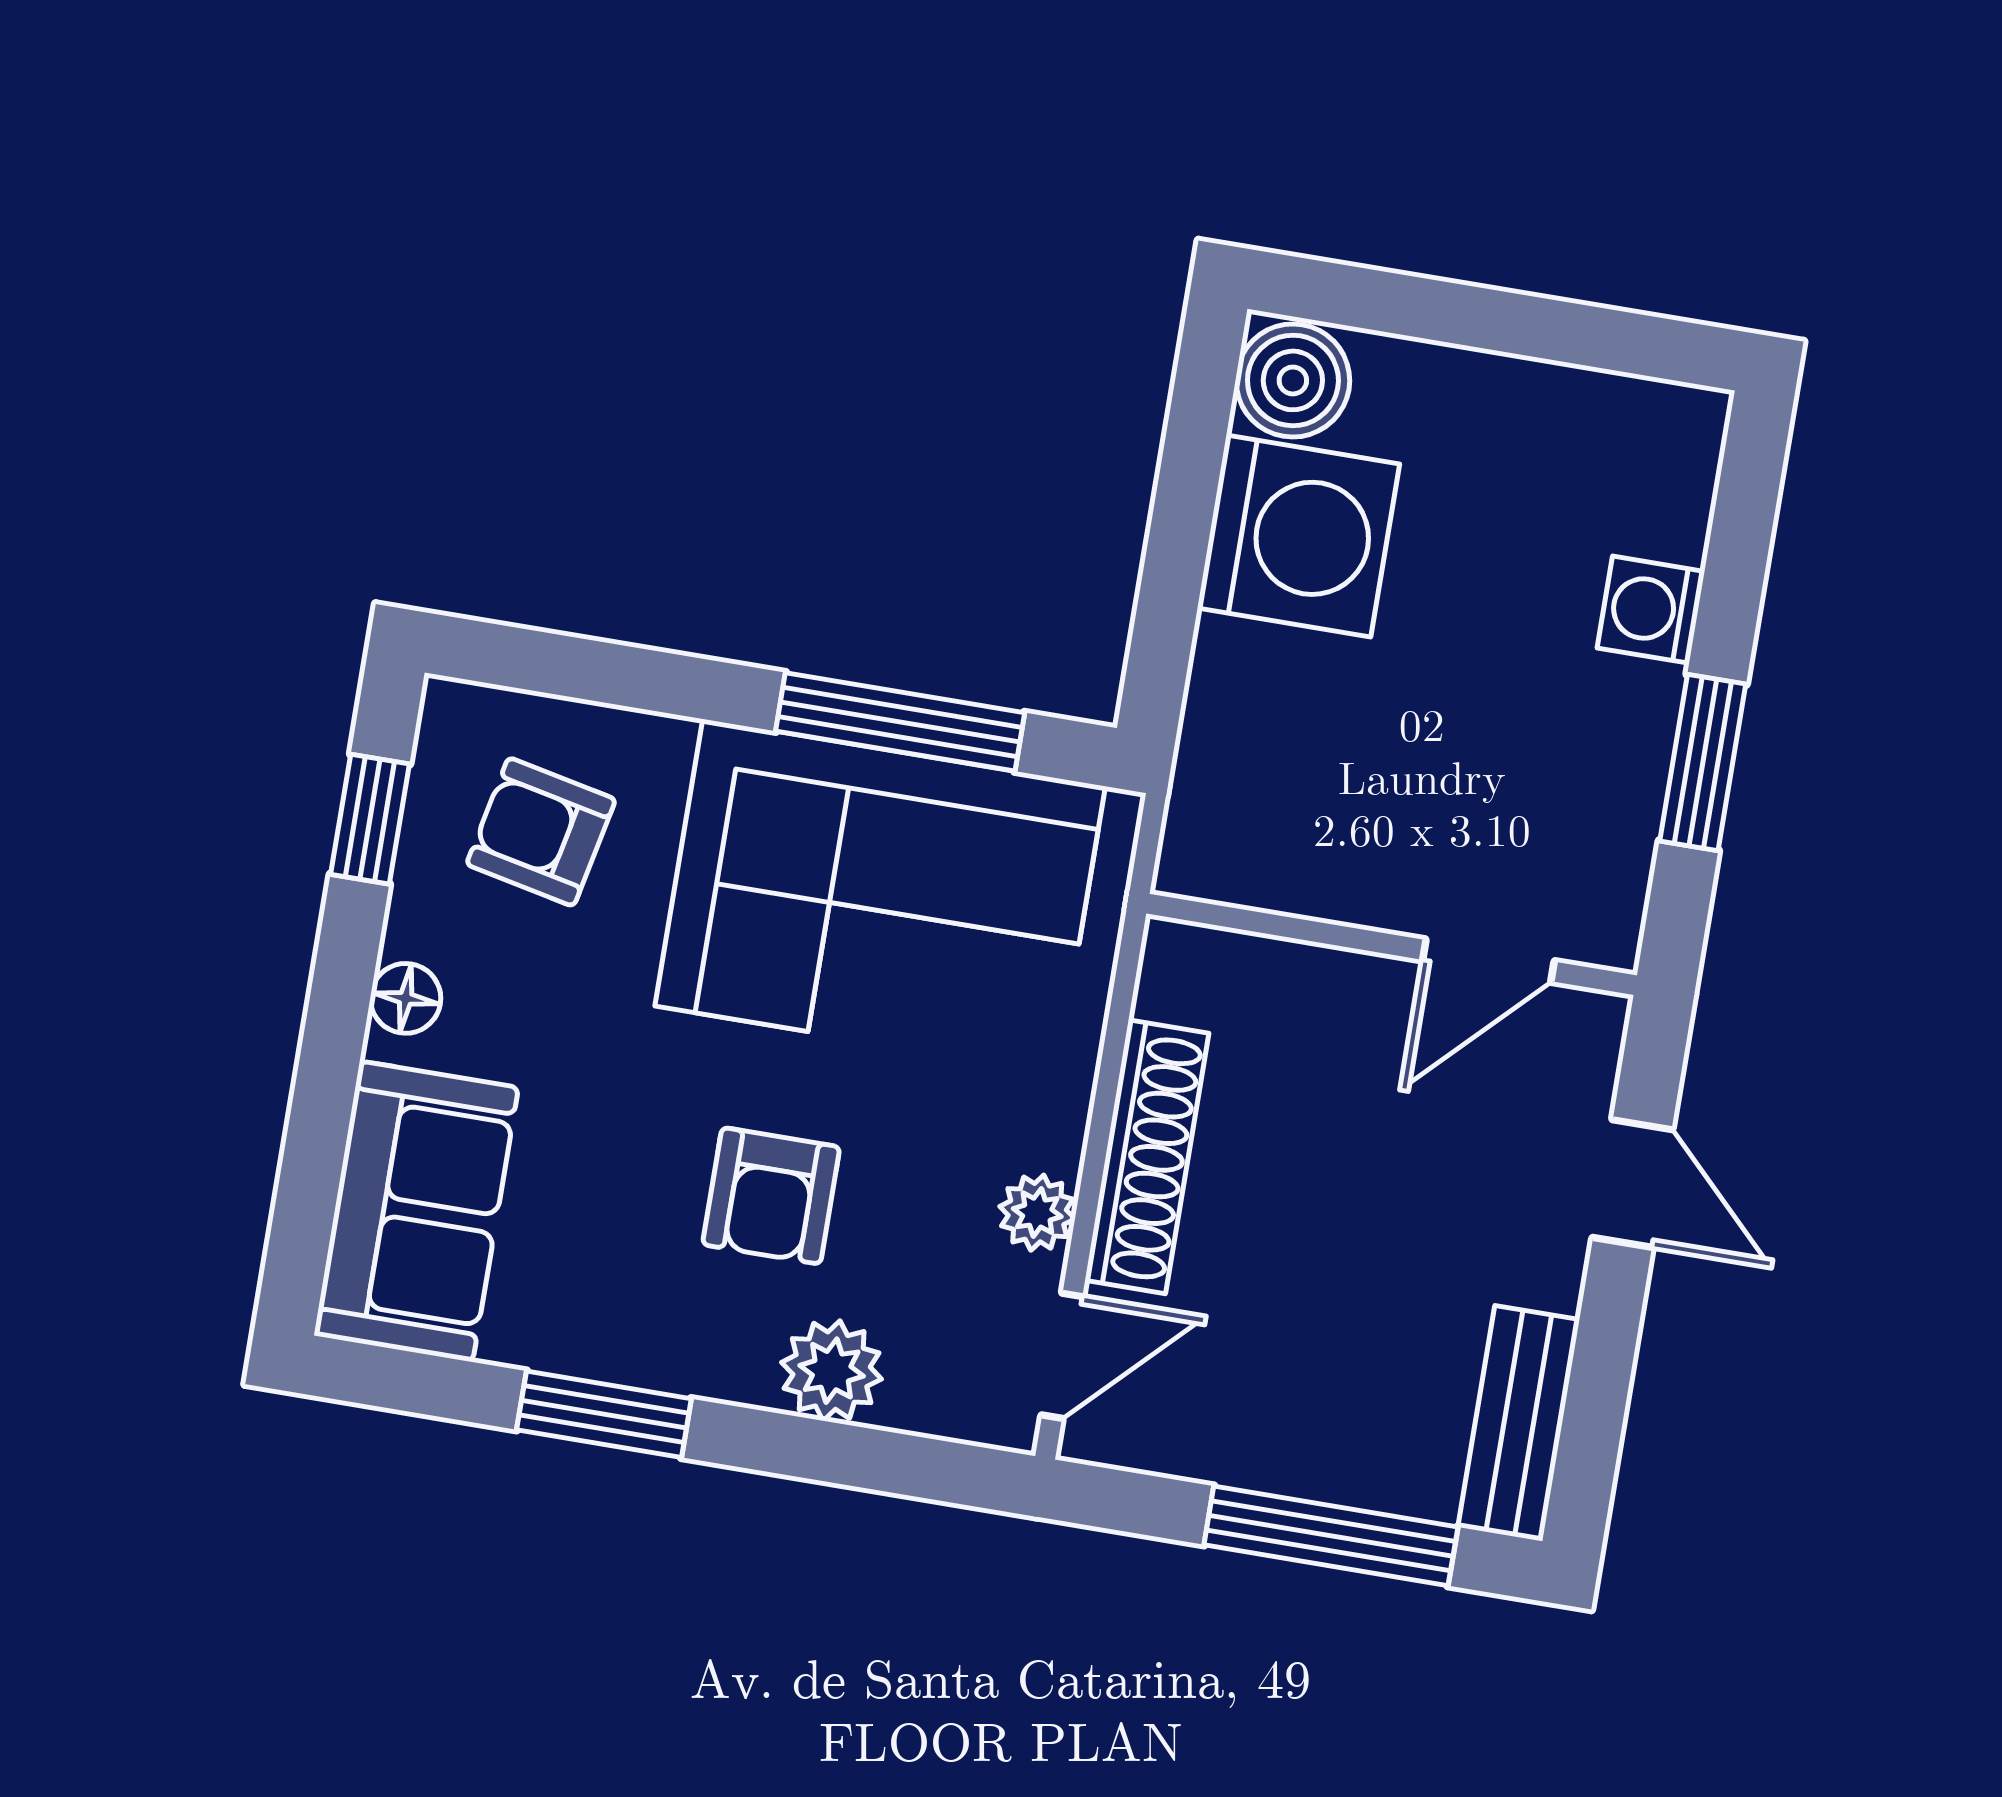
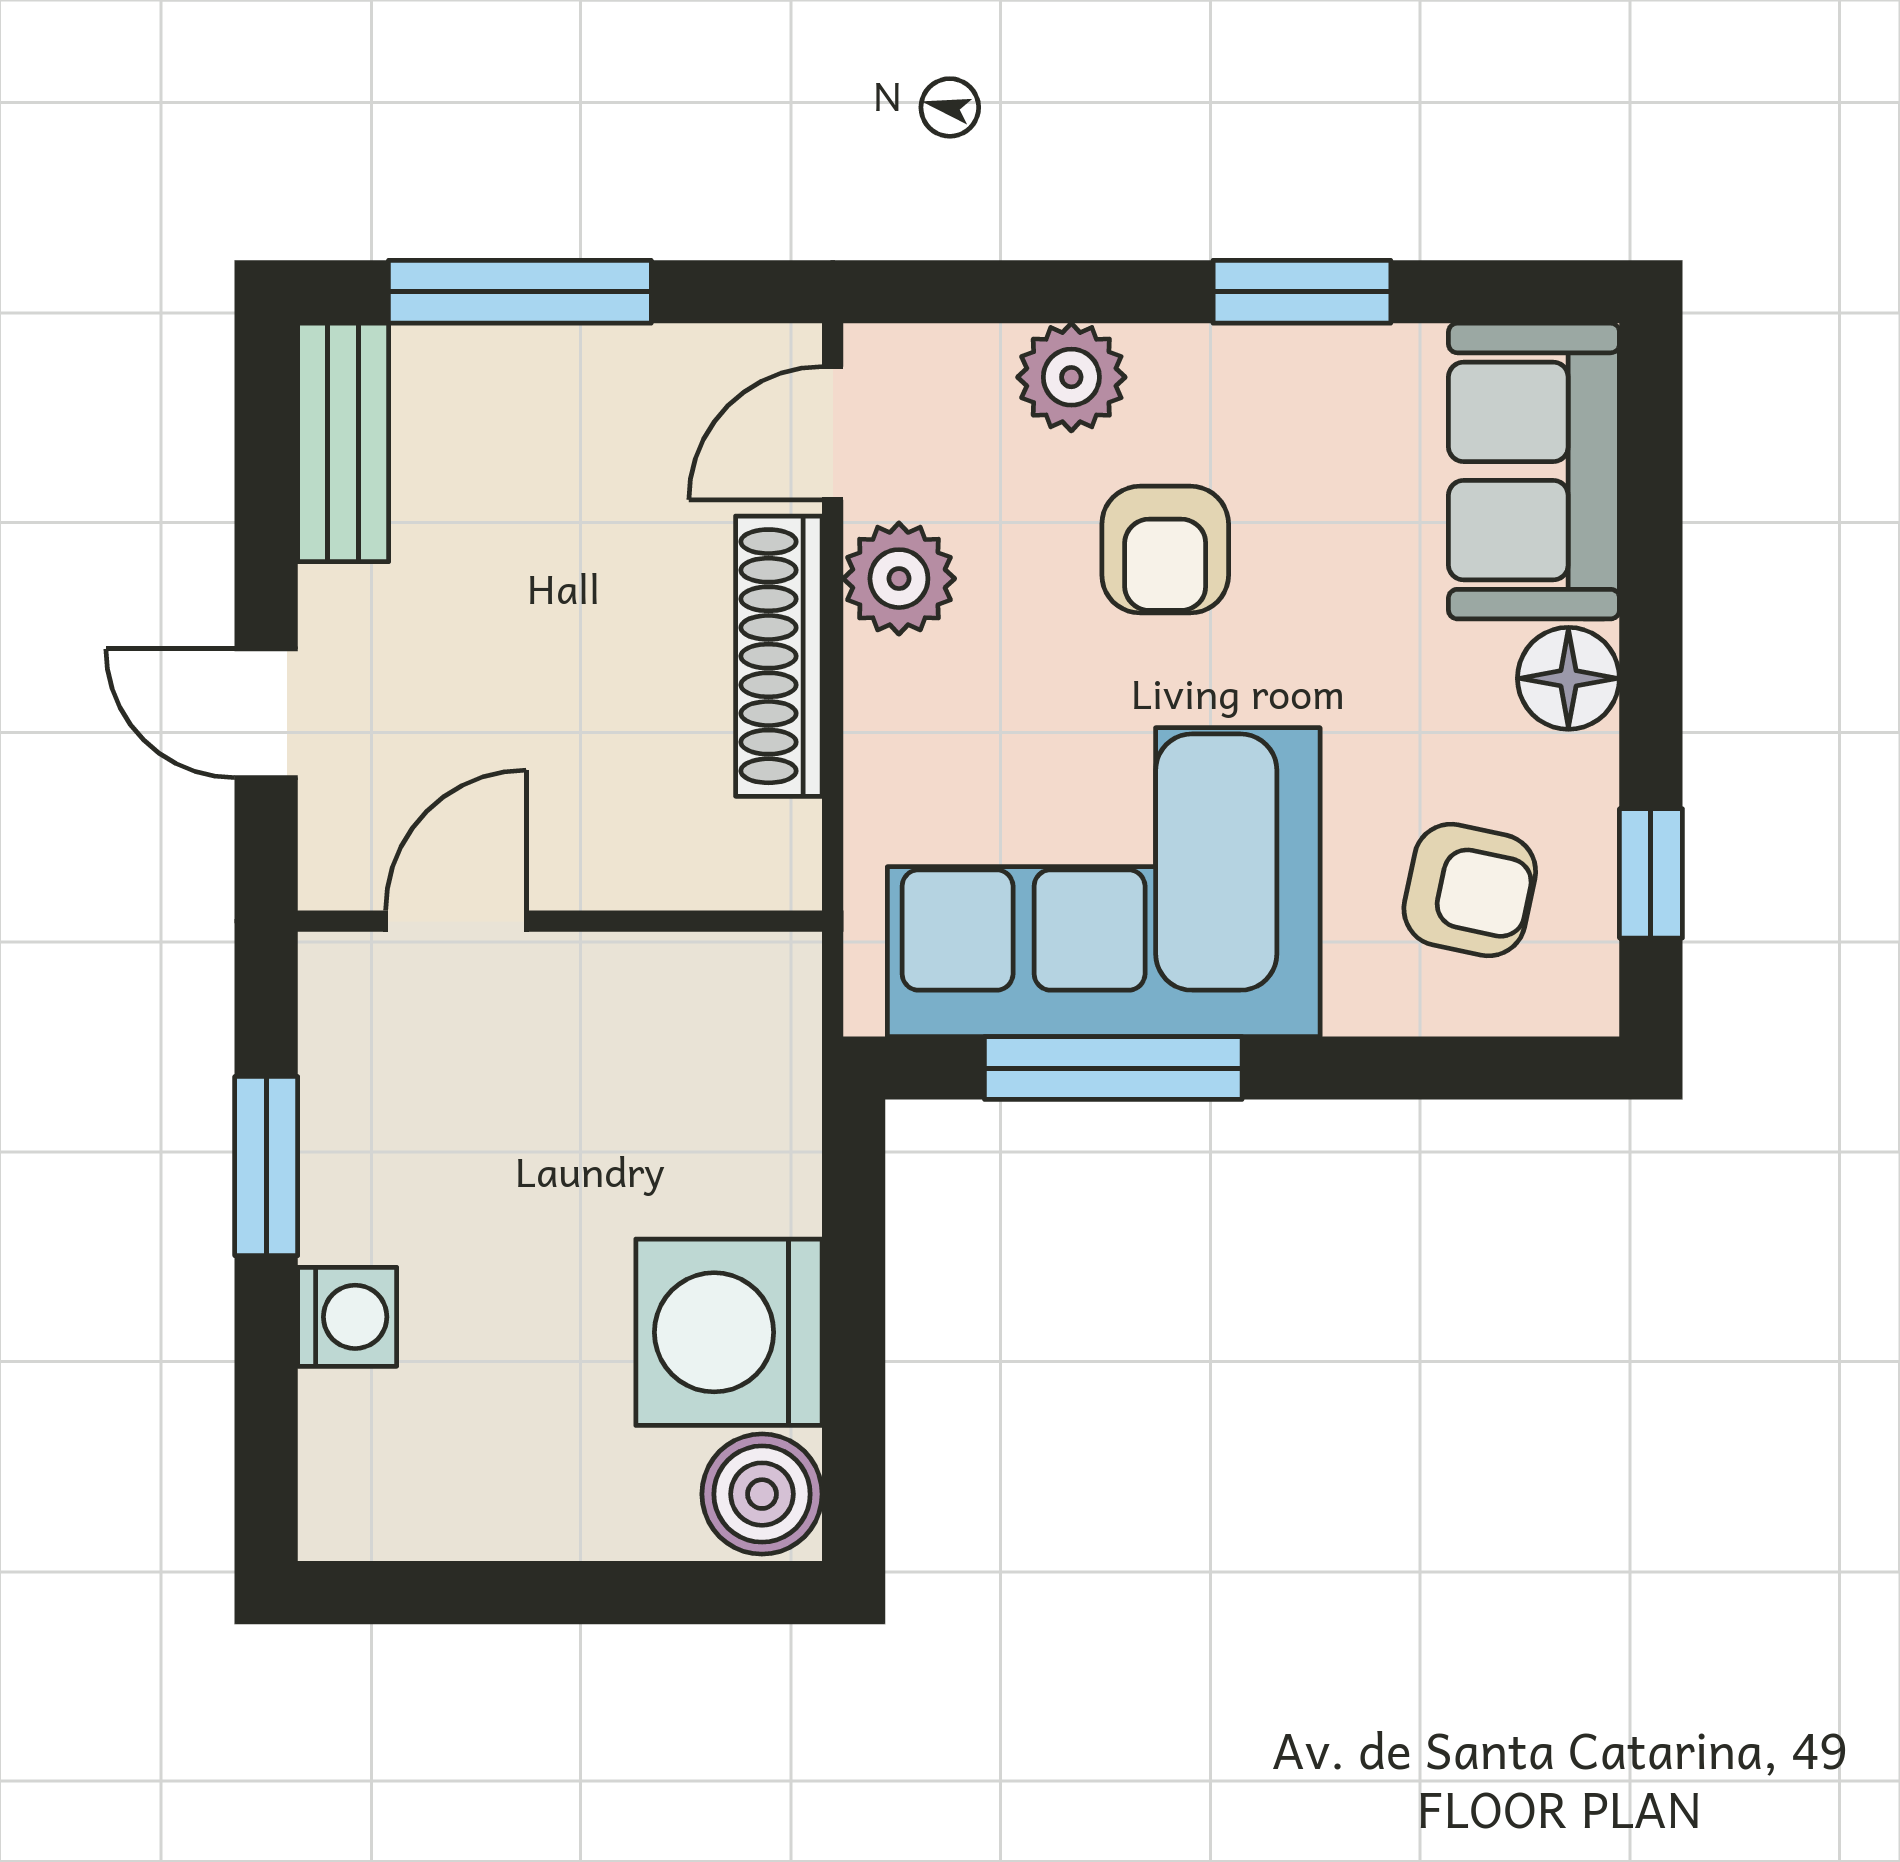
floor lamp: (406, 998) -> (1568, 678), width x1.37, depth x1.37
armchair: (771, 1196) -> (1165, 550), turned 180
plant: (1037, 1213) -> (899, 579), width x1.38, depth x1.38

